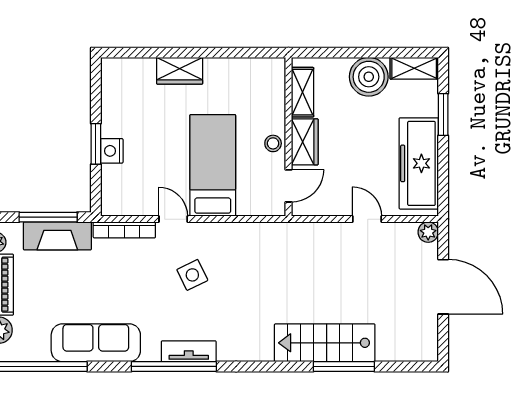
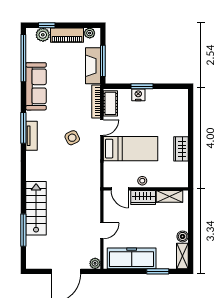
wardrobe: (180, 71) -> (181, 149), moved
boiler: (369, 77) -> (183, 236), width x0.54, depth x0.54
cot: (128, 203) -> (110, 103), added
window: (174, 366) -> (23, 128), width x0.68
window: (344, 366) -> (23, 230), moved

